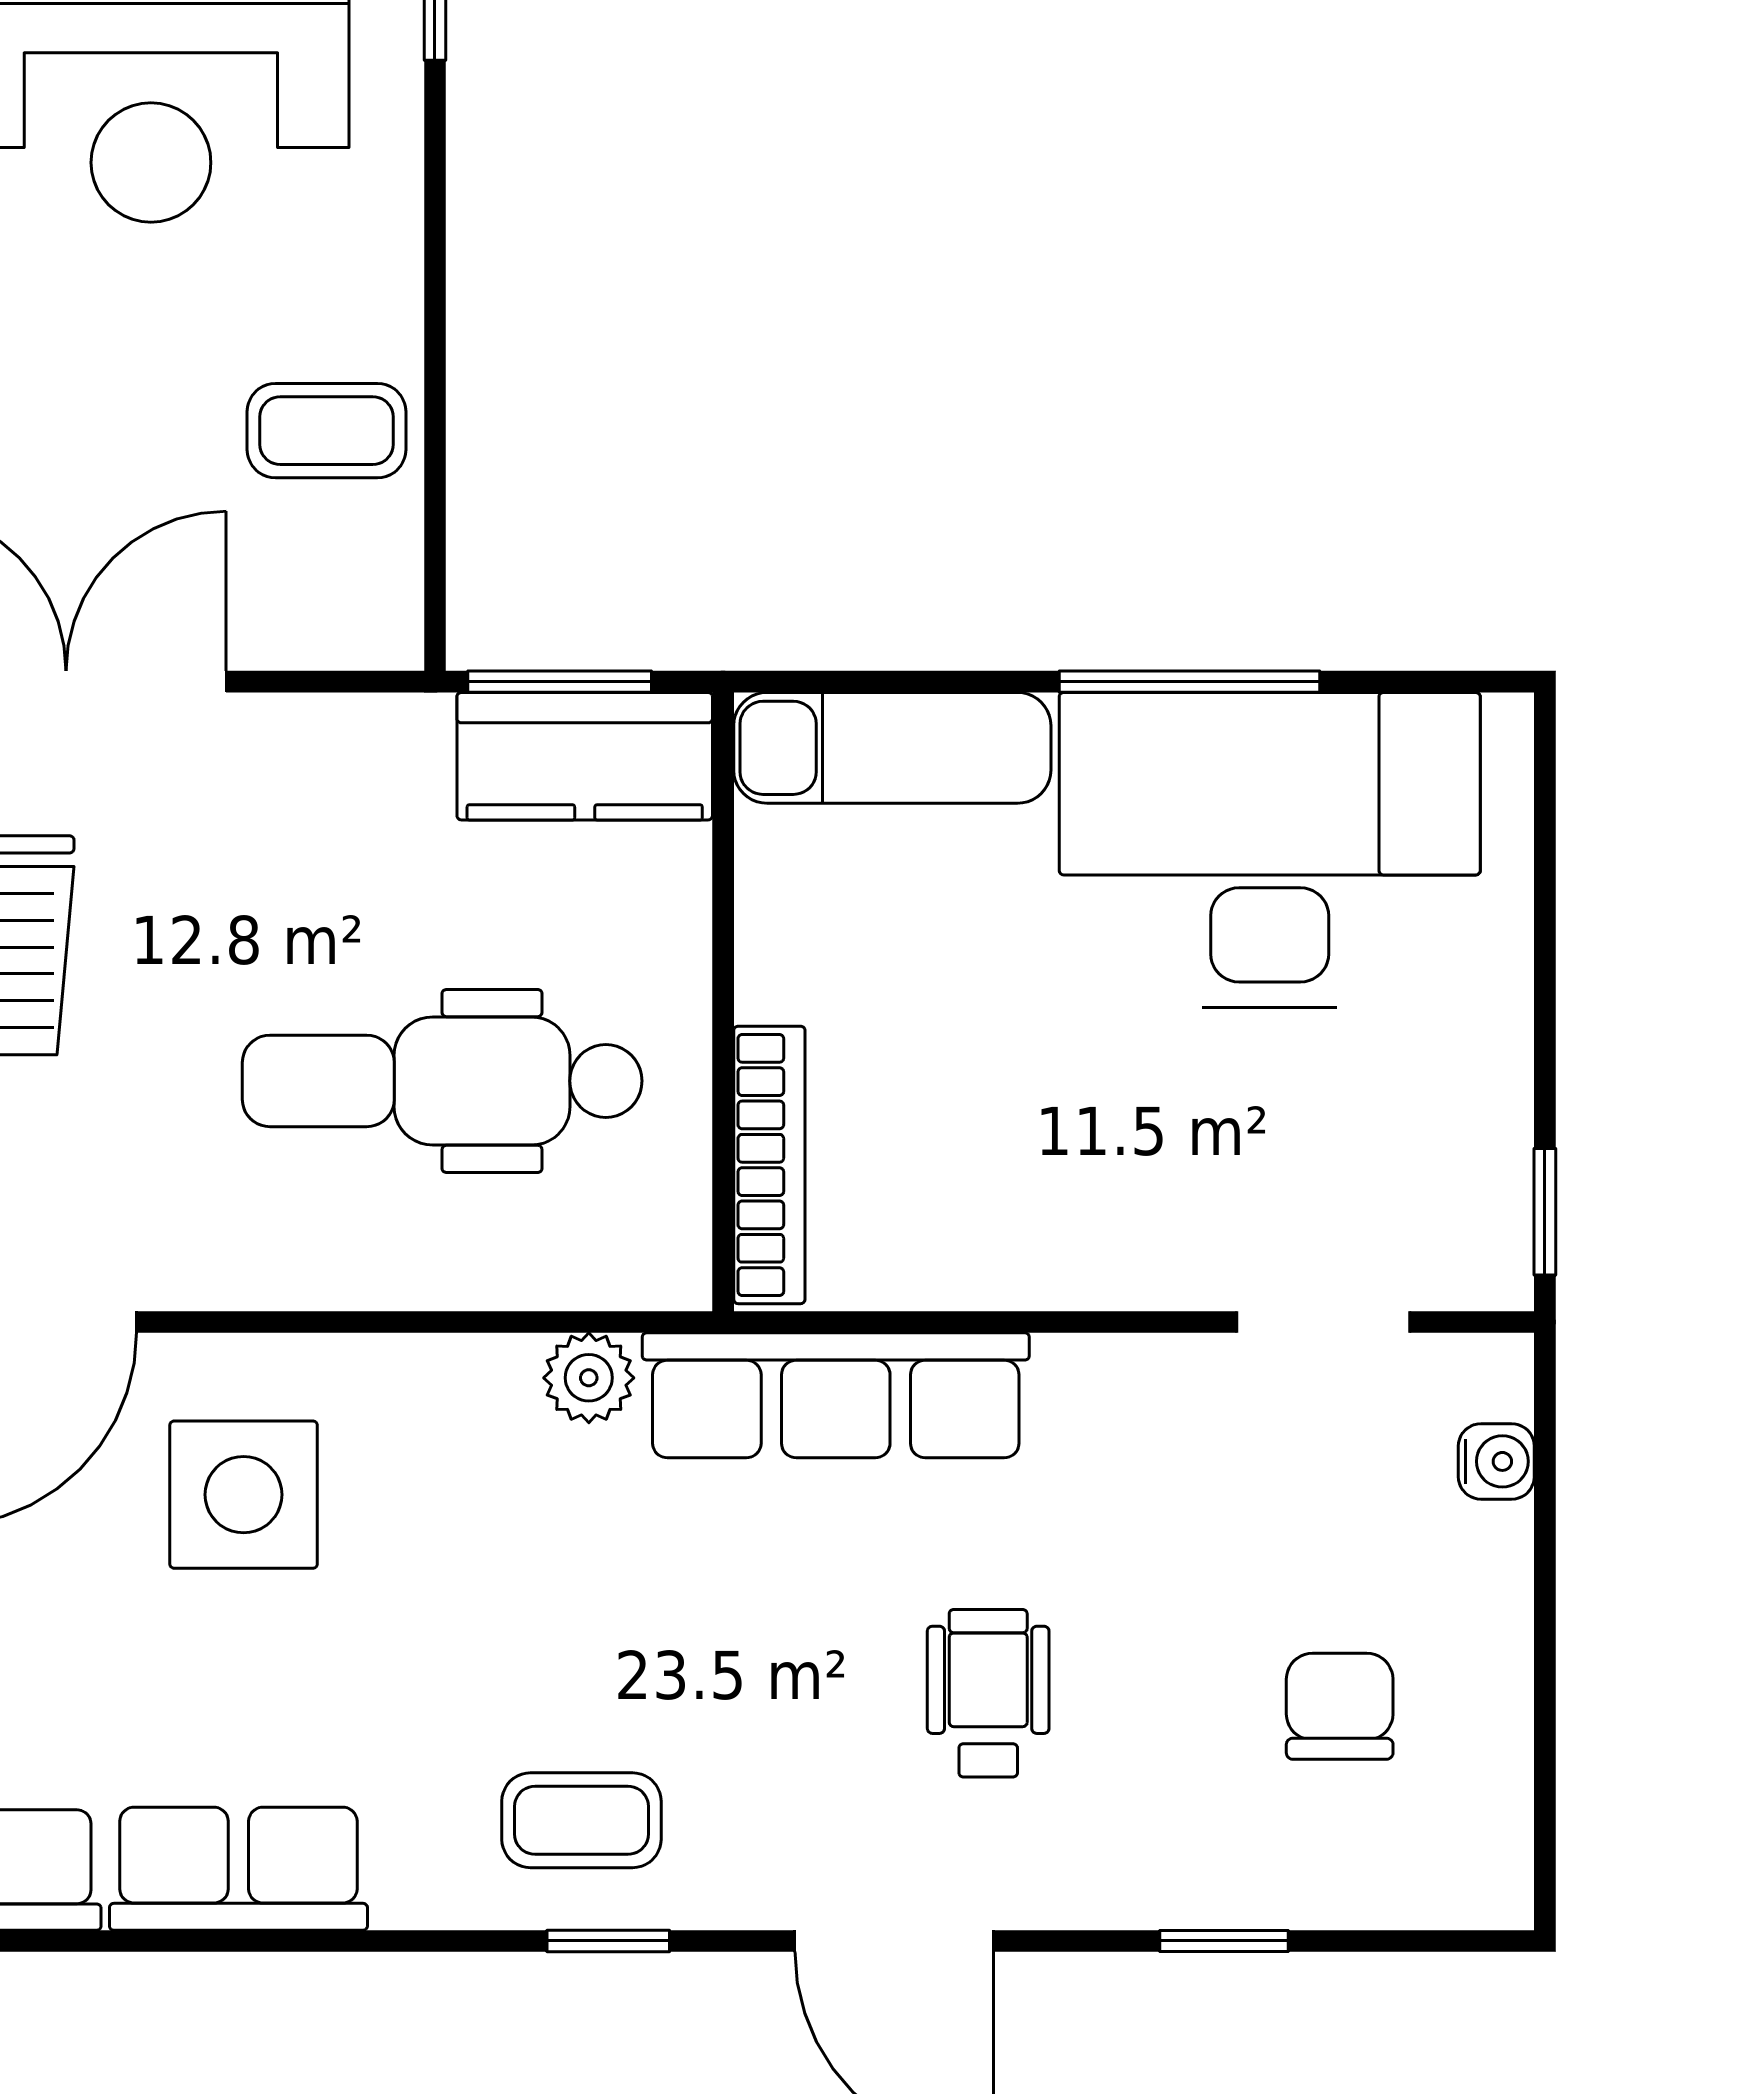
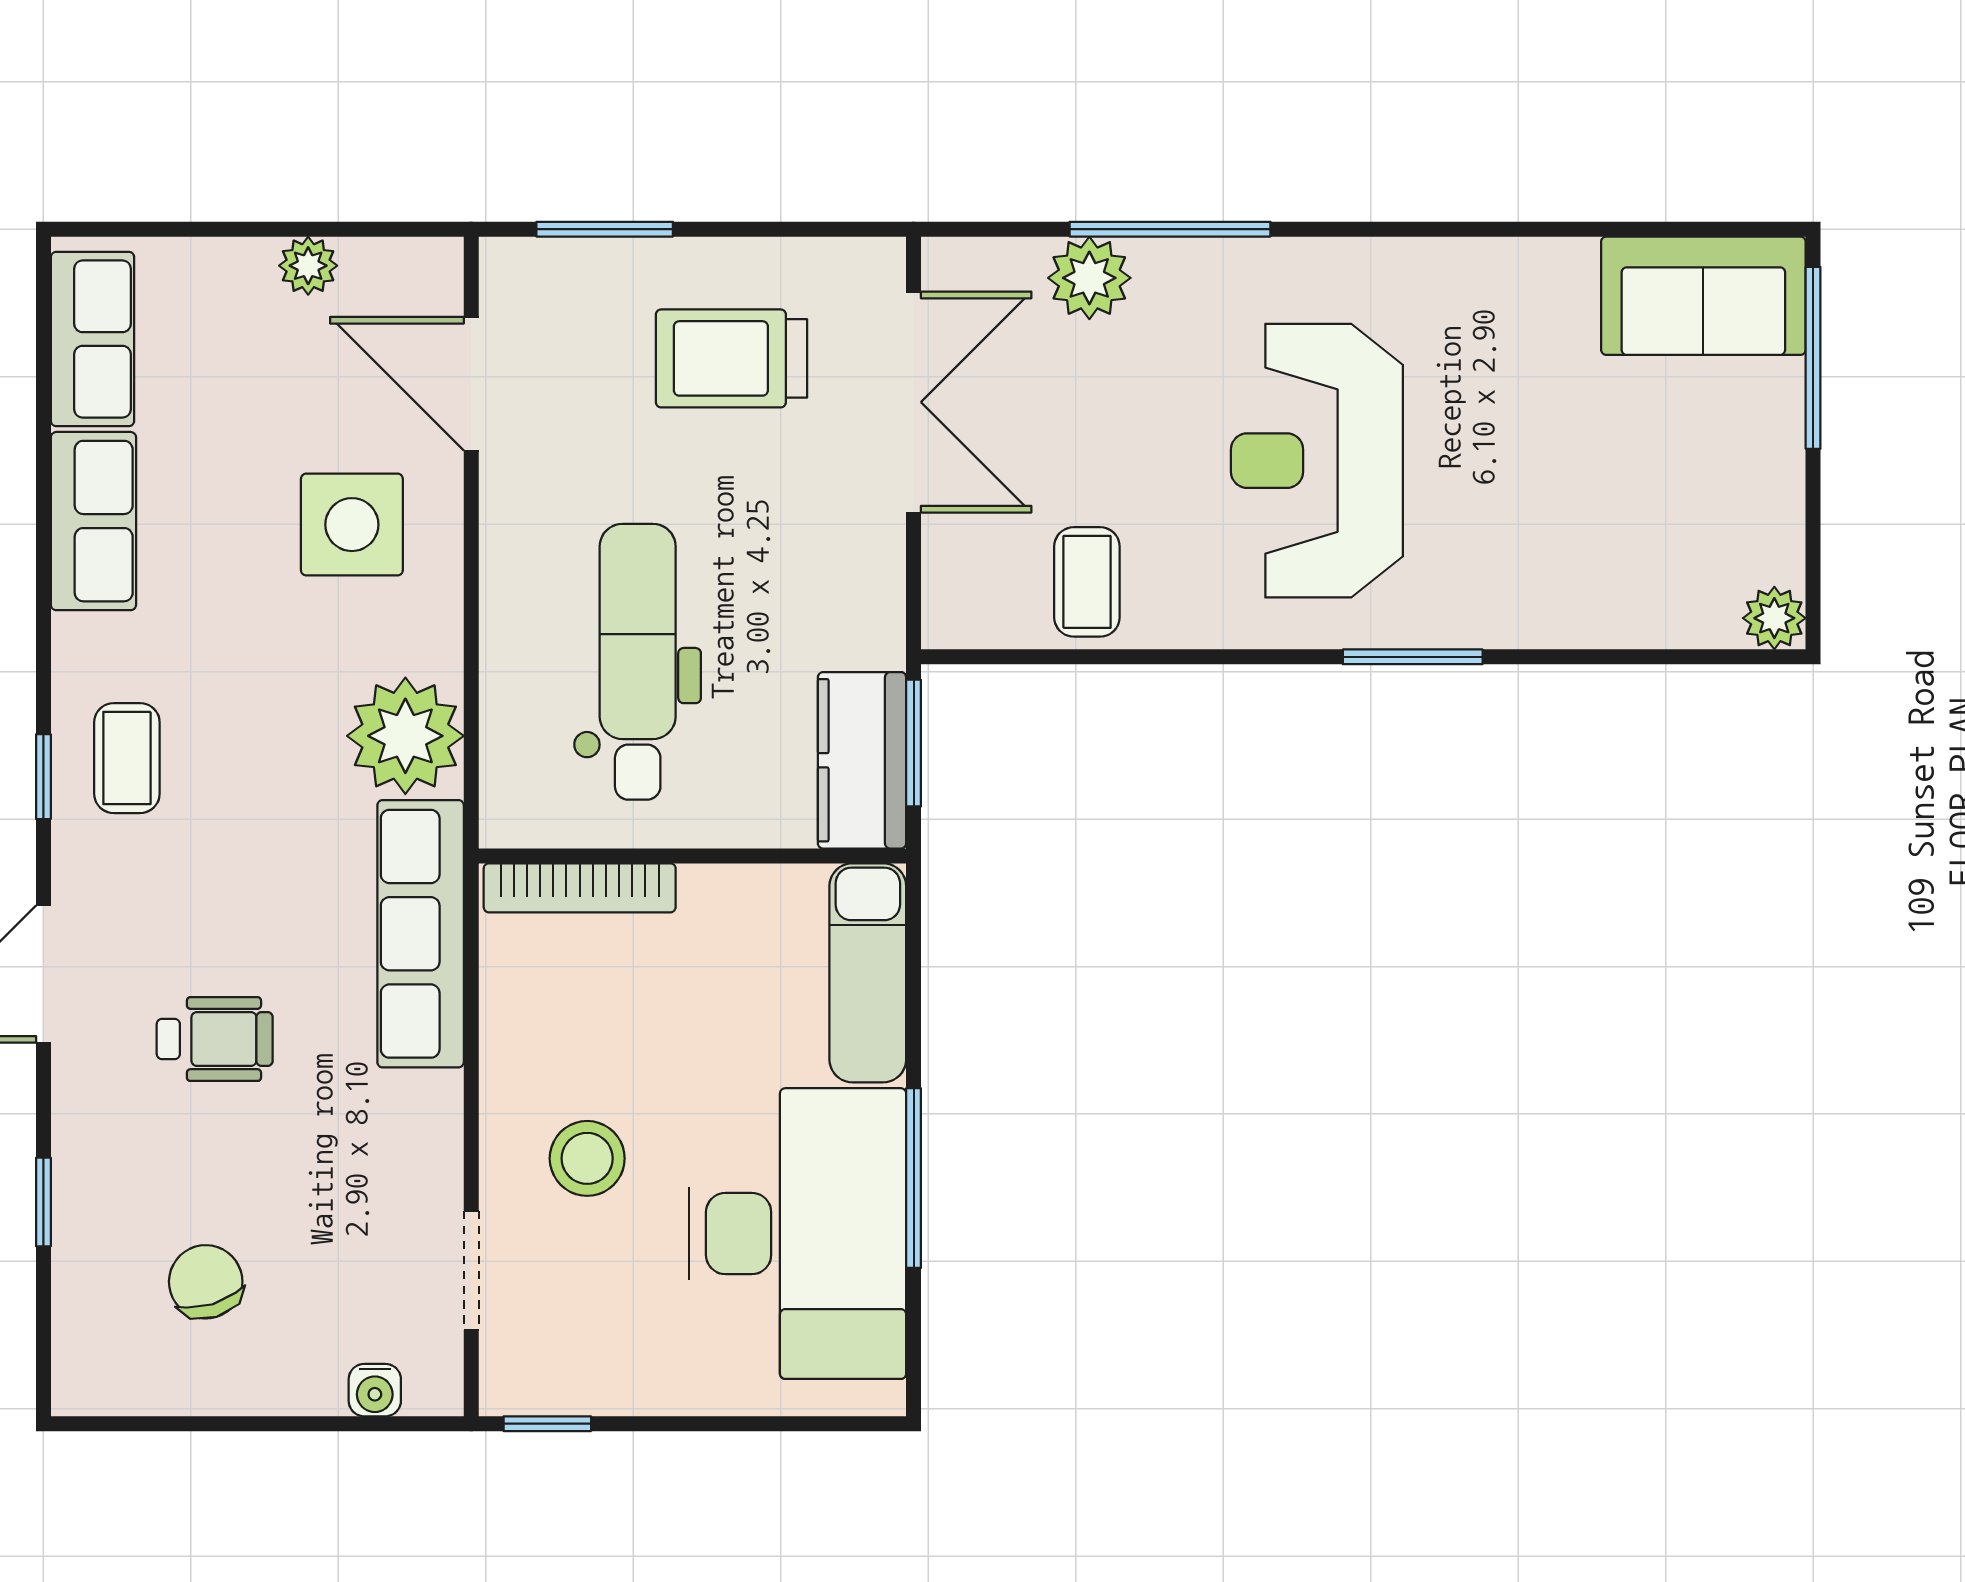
stool: (1161, 1154) -> (587, 1158), added
plant: (589, 1378) -> (405, 736), width x1.88, depth x1.88
chair: (1340, 1706) -> (206, 1282), turned -107

